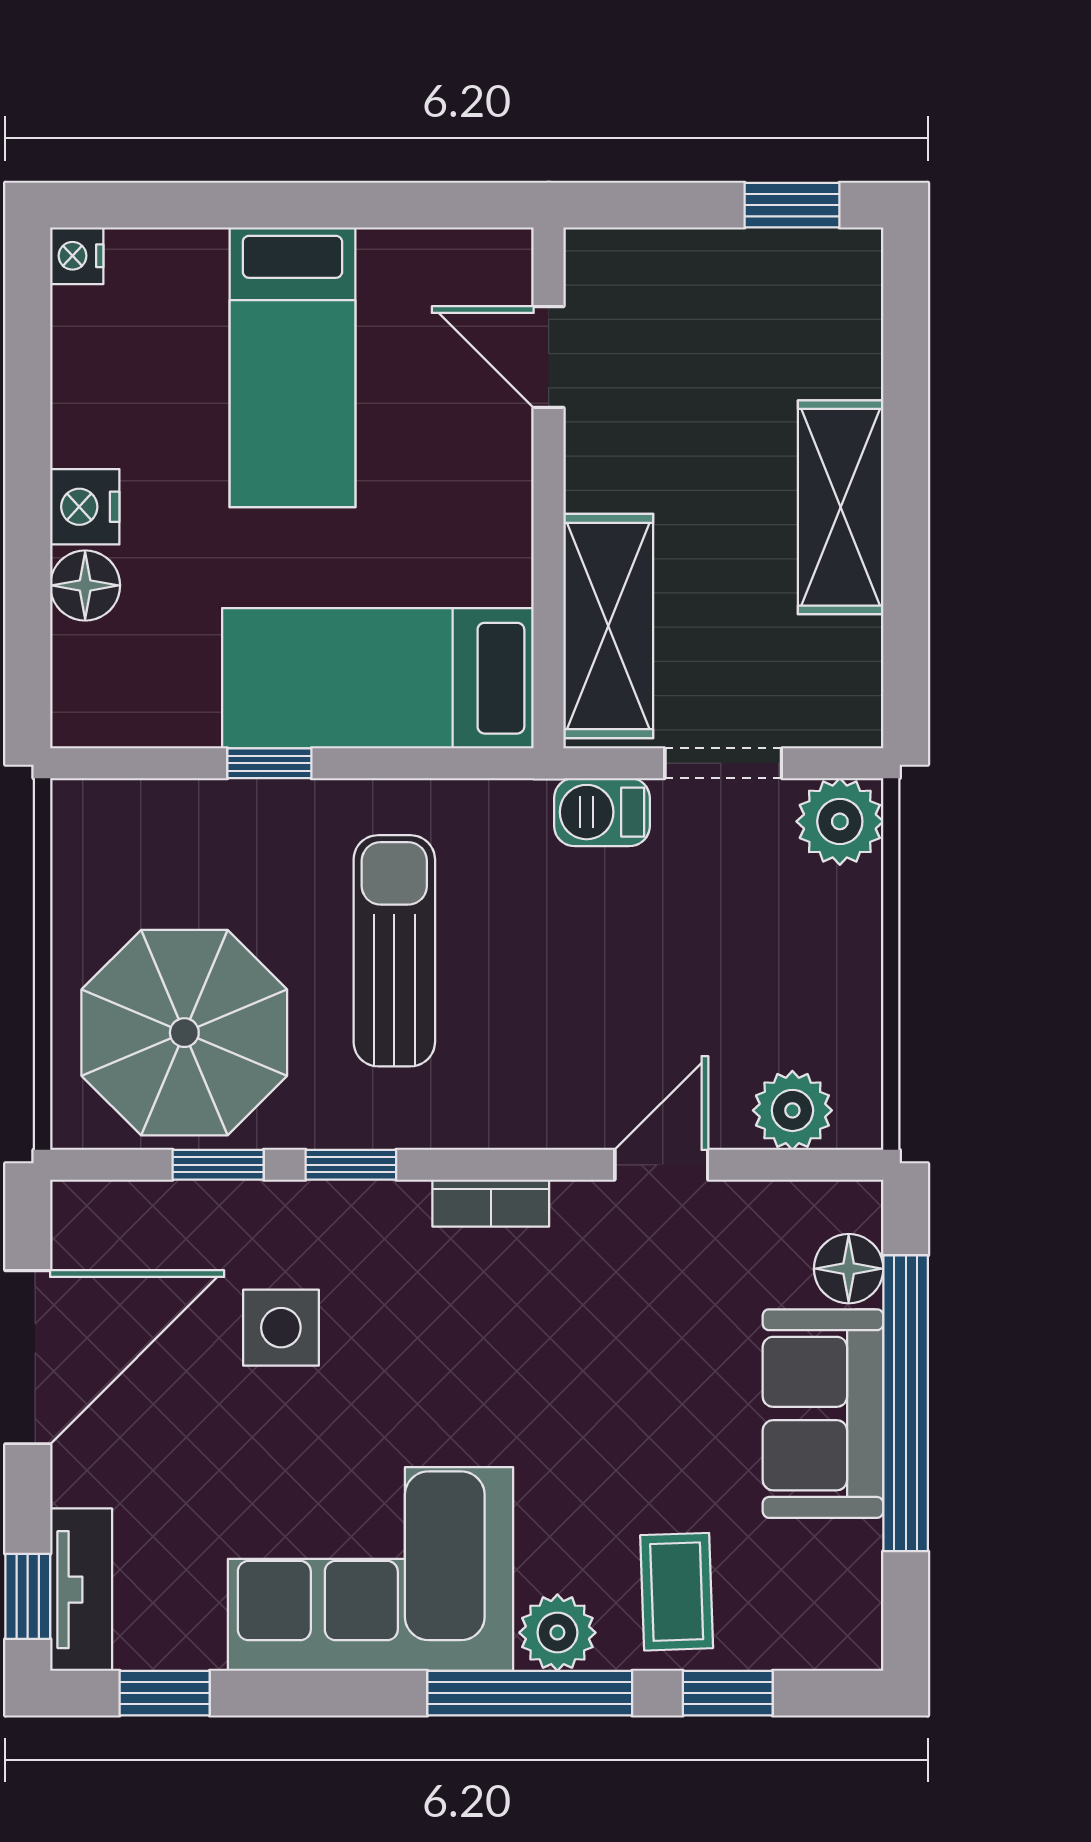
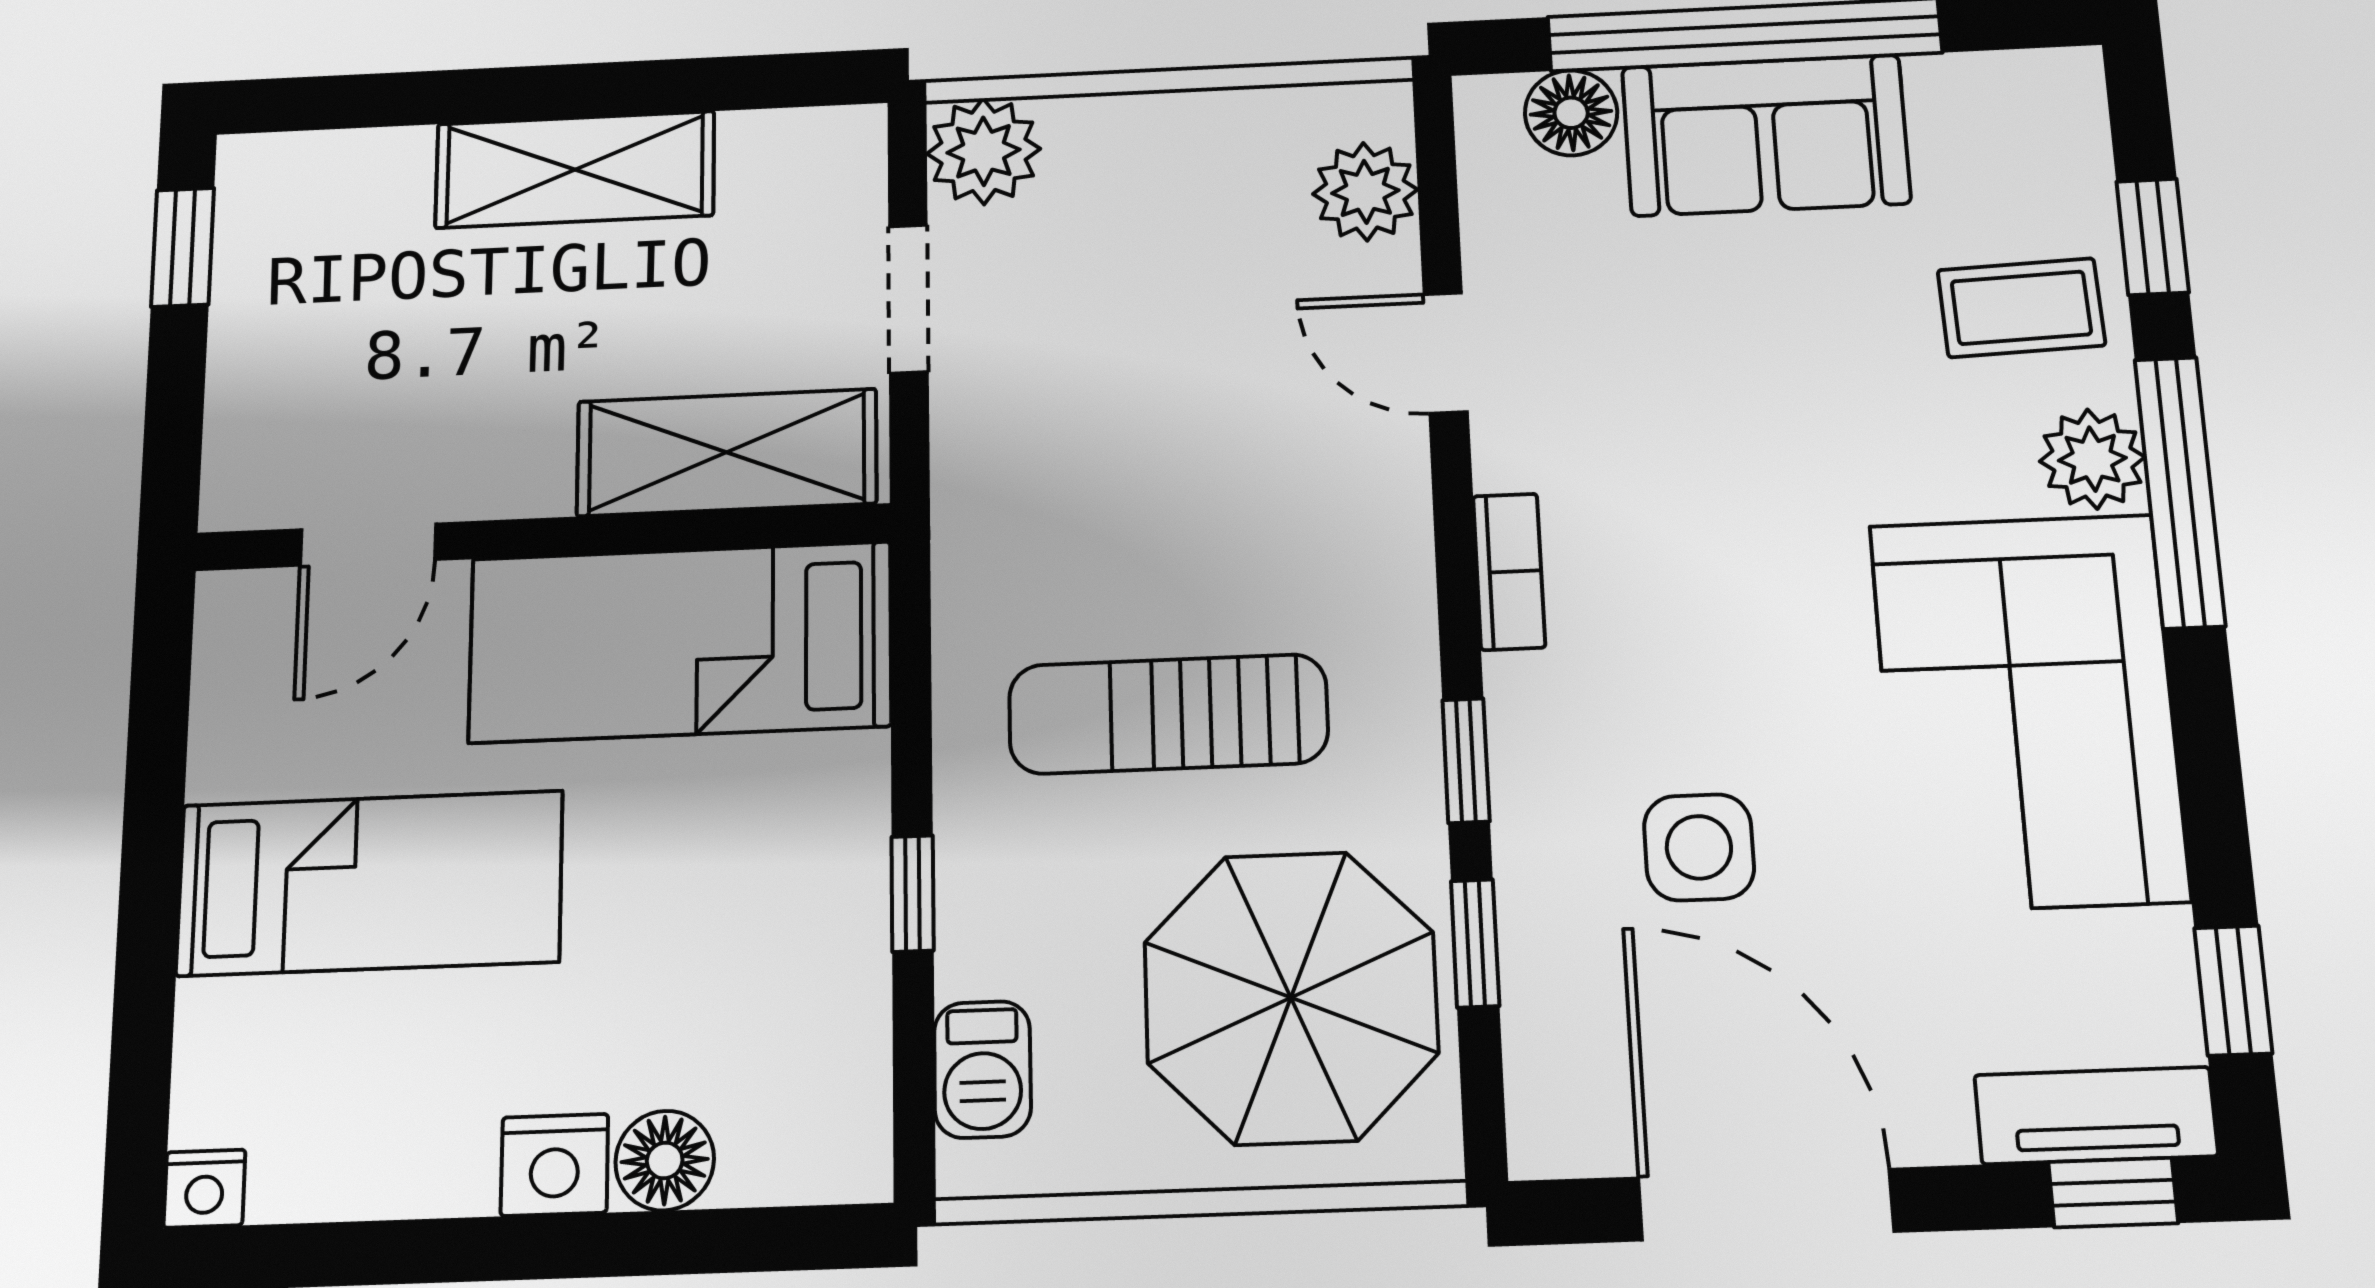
bed: (378, 678) -> (680, 642), moved, turned 90
barbecue: (602, 812) -> (982, 1069), moved

